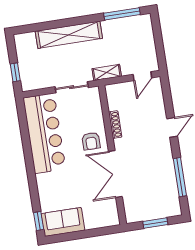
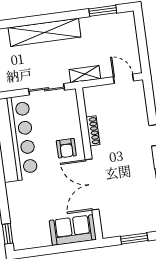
window: (122, 14) -> (103, 11), width x0.69
door: (142, 76) -> (123, 79), swing flipped
sofa: (63, 222) -> (73, 230), moved

